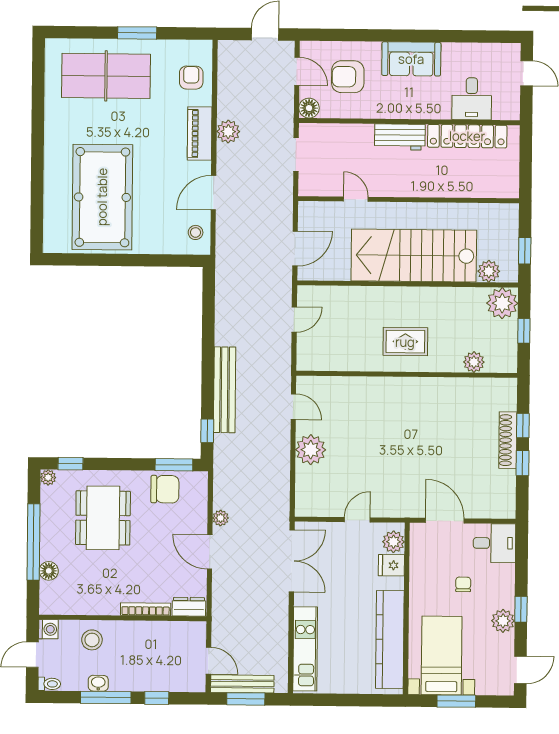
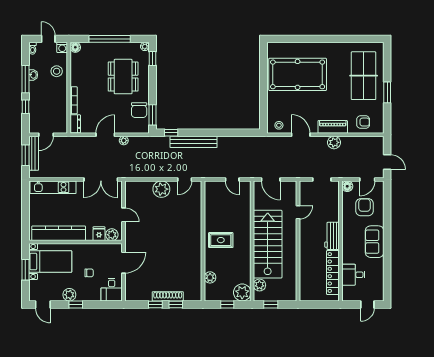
rug: (405, 342) -> (221, 240), turned 90
dining table: (103, 518) -> (123, 77), turned 90
floor lamp: (49, 571) -> (75, 47), moved

